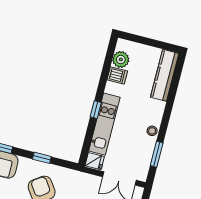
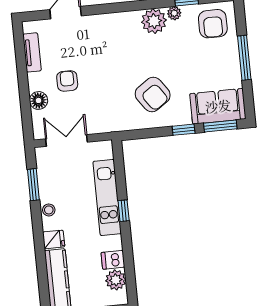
window: (42, 158) -> (184, 130), moved
fridge: (95, 161) -> (54, 239), moved, turned 180

